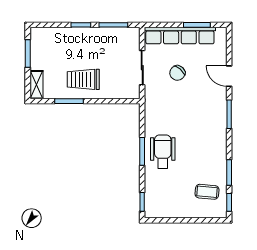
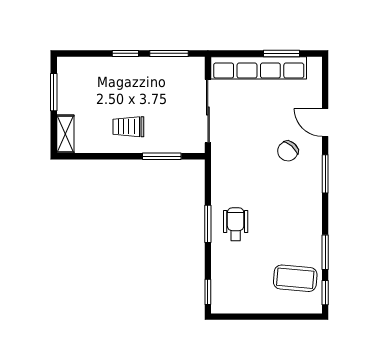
sliding door: (142, 68) -> (208, 111), width x1.37
chair: (177, 73) -> (288, 151), moved
trolley: (83, 79) -> (128, 127), width x0.73, depth x0.72
window: (69, 101) -> (162, 156), moved
wheelchair: (163, 152) -> (236, 224), width x0.73, depth x0.73
coffee table: (207, 192) -> (295, 278), width x1.36, depth x1.30

